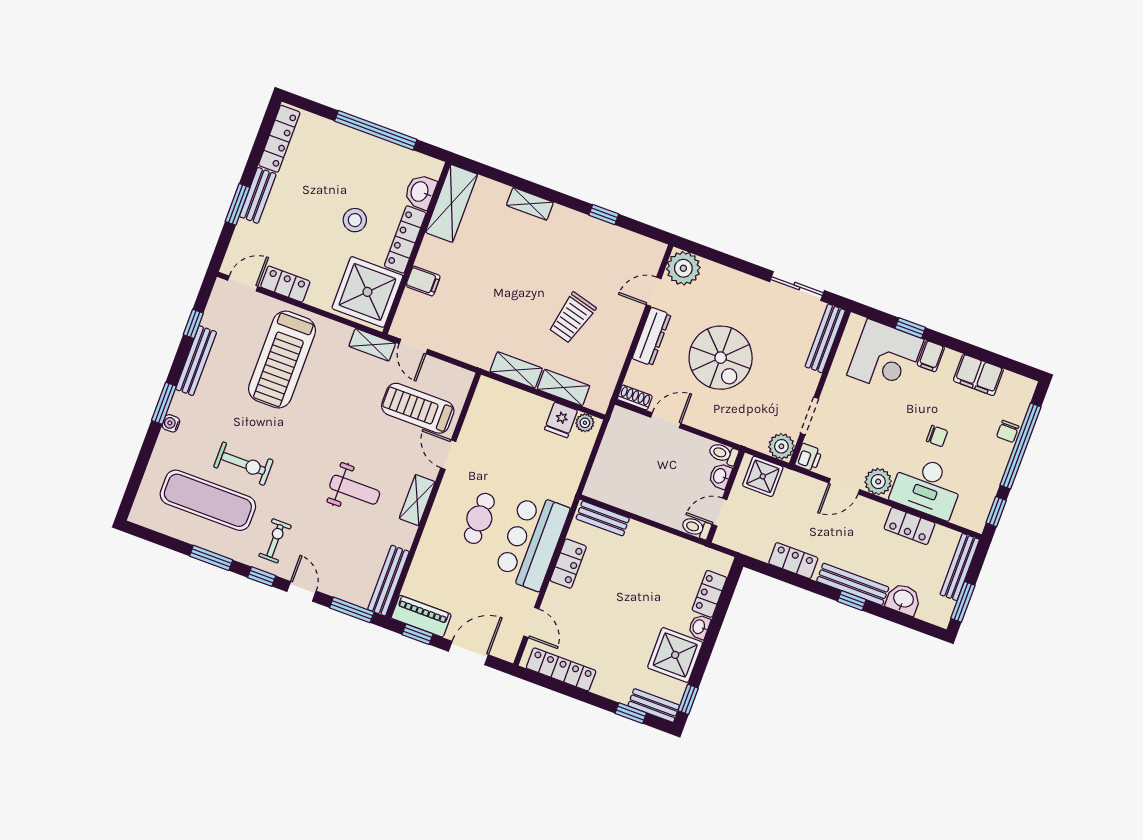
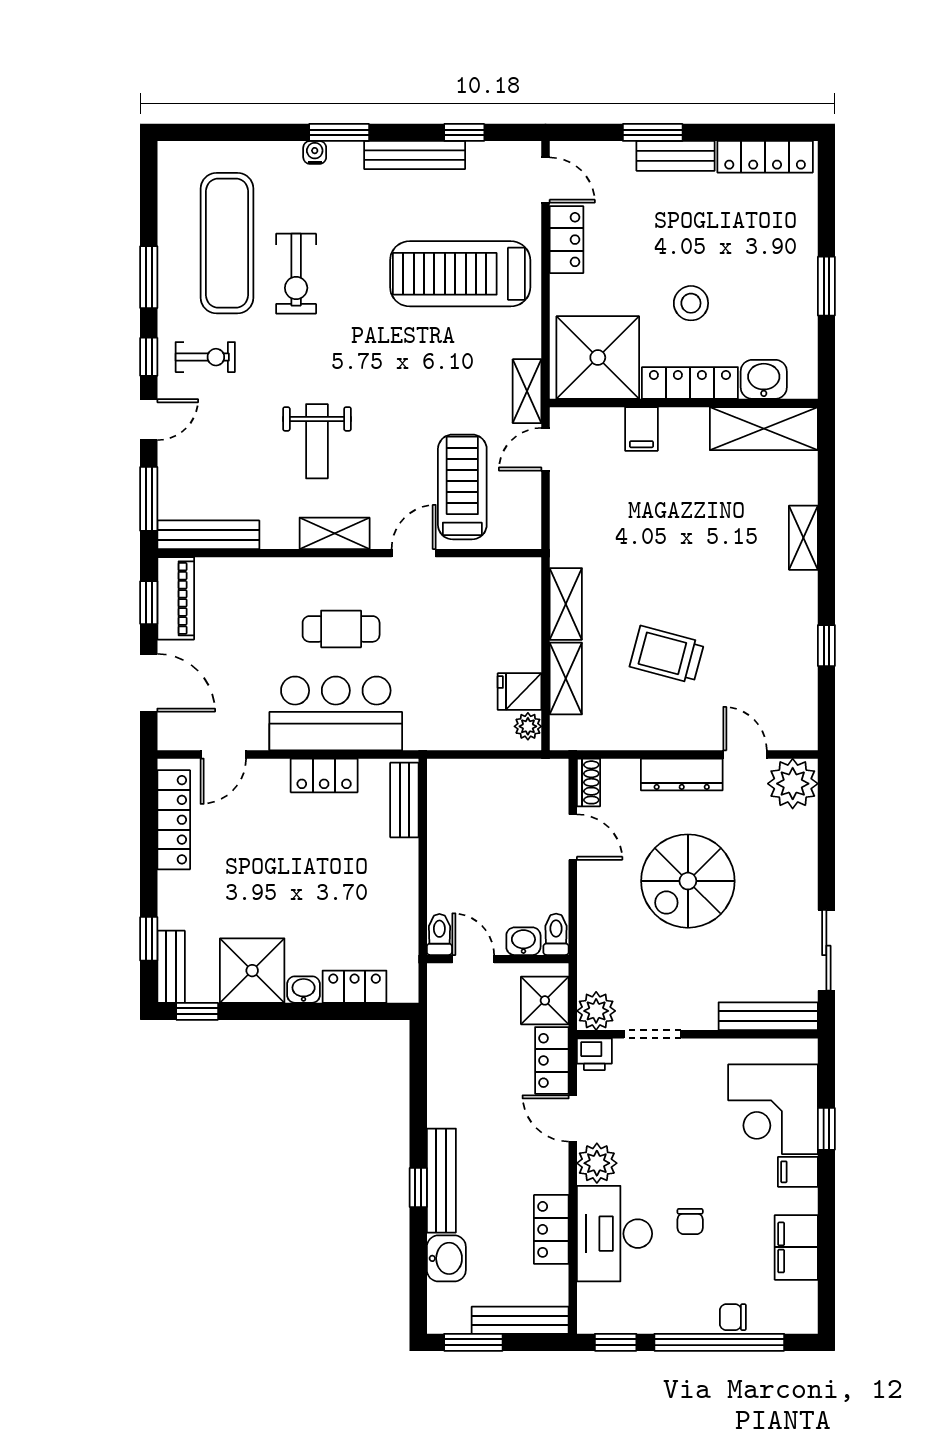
window: (376, 130) -> (826, 286), width x0.47
locker: (793, 561) -> (552, 1060), moved, turned 180

